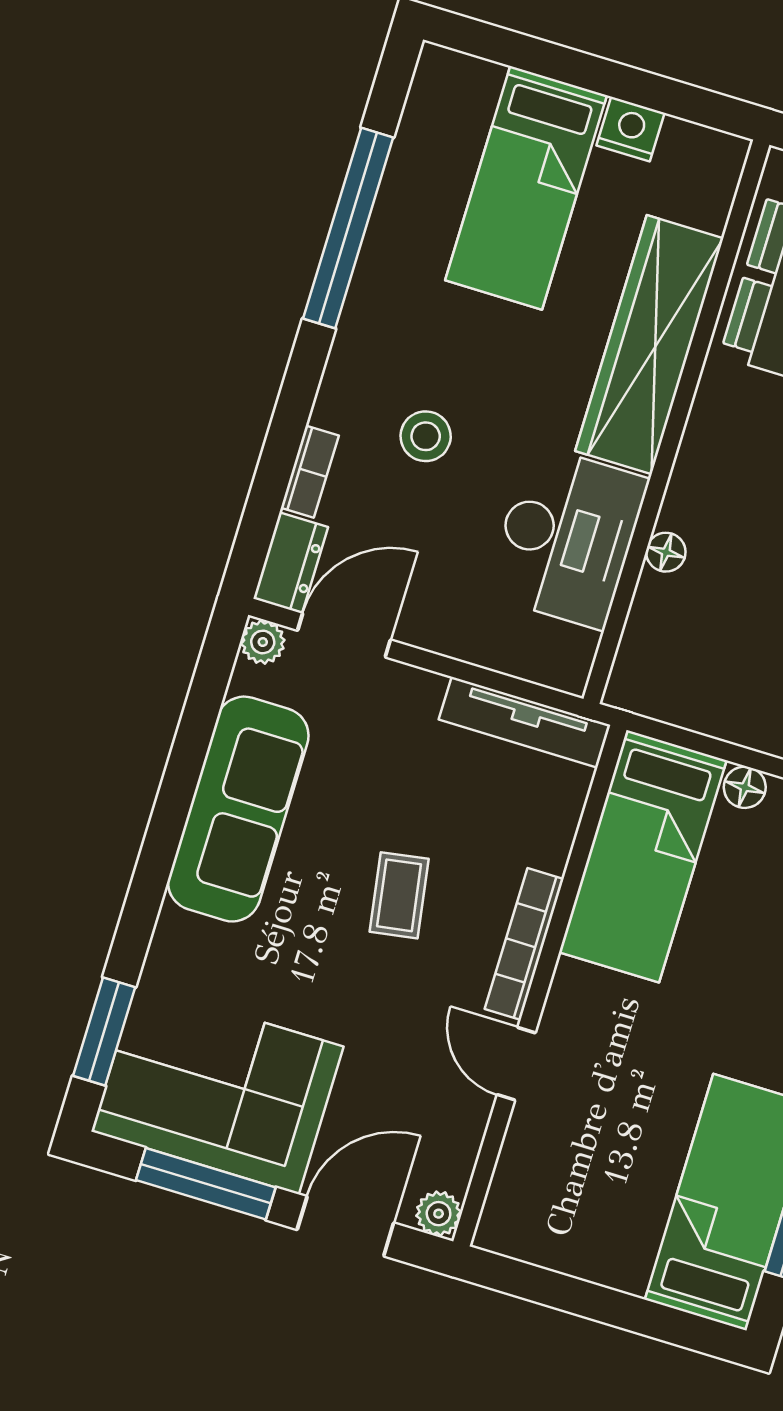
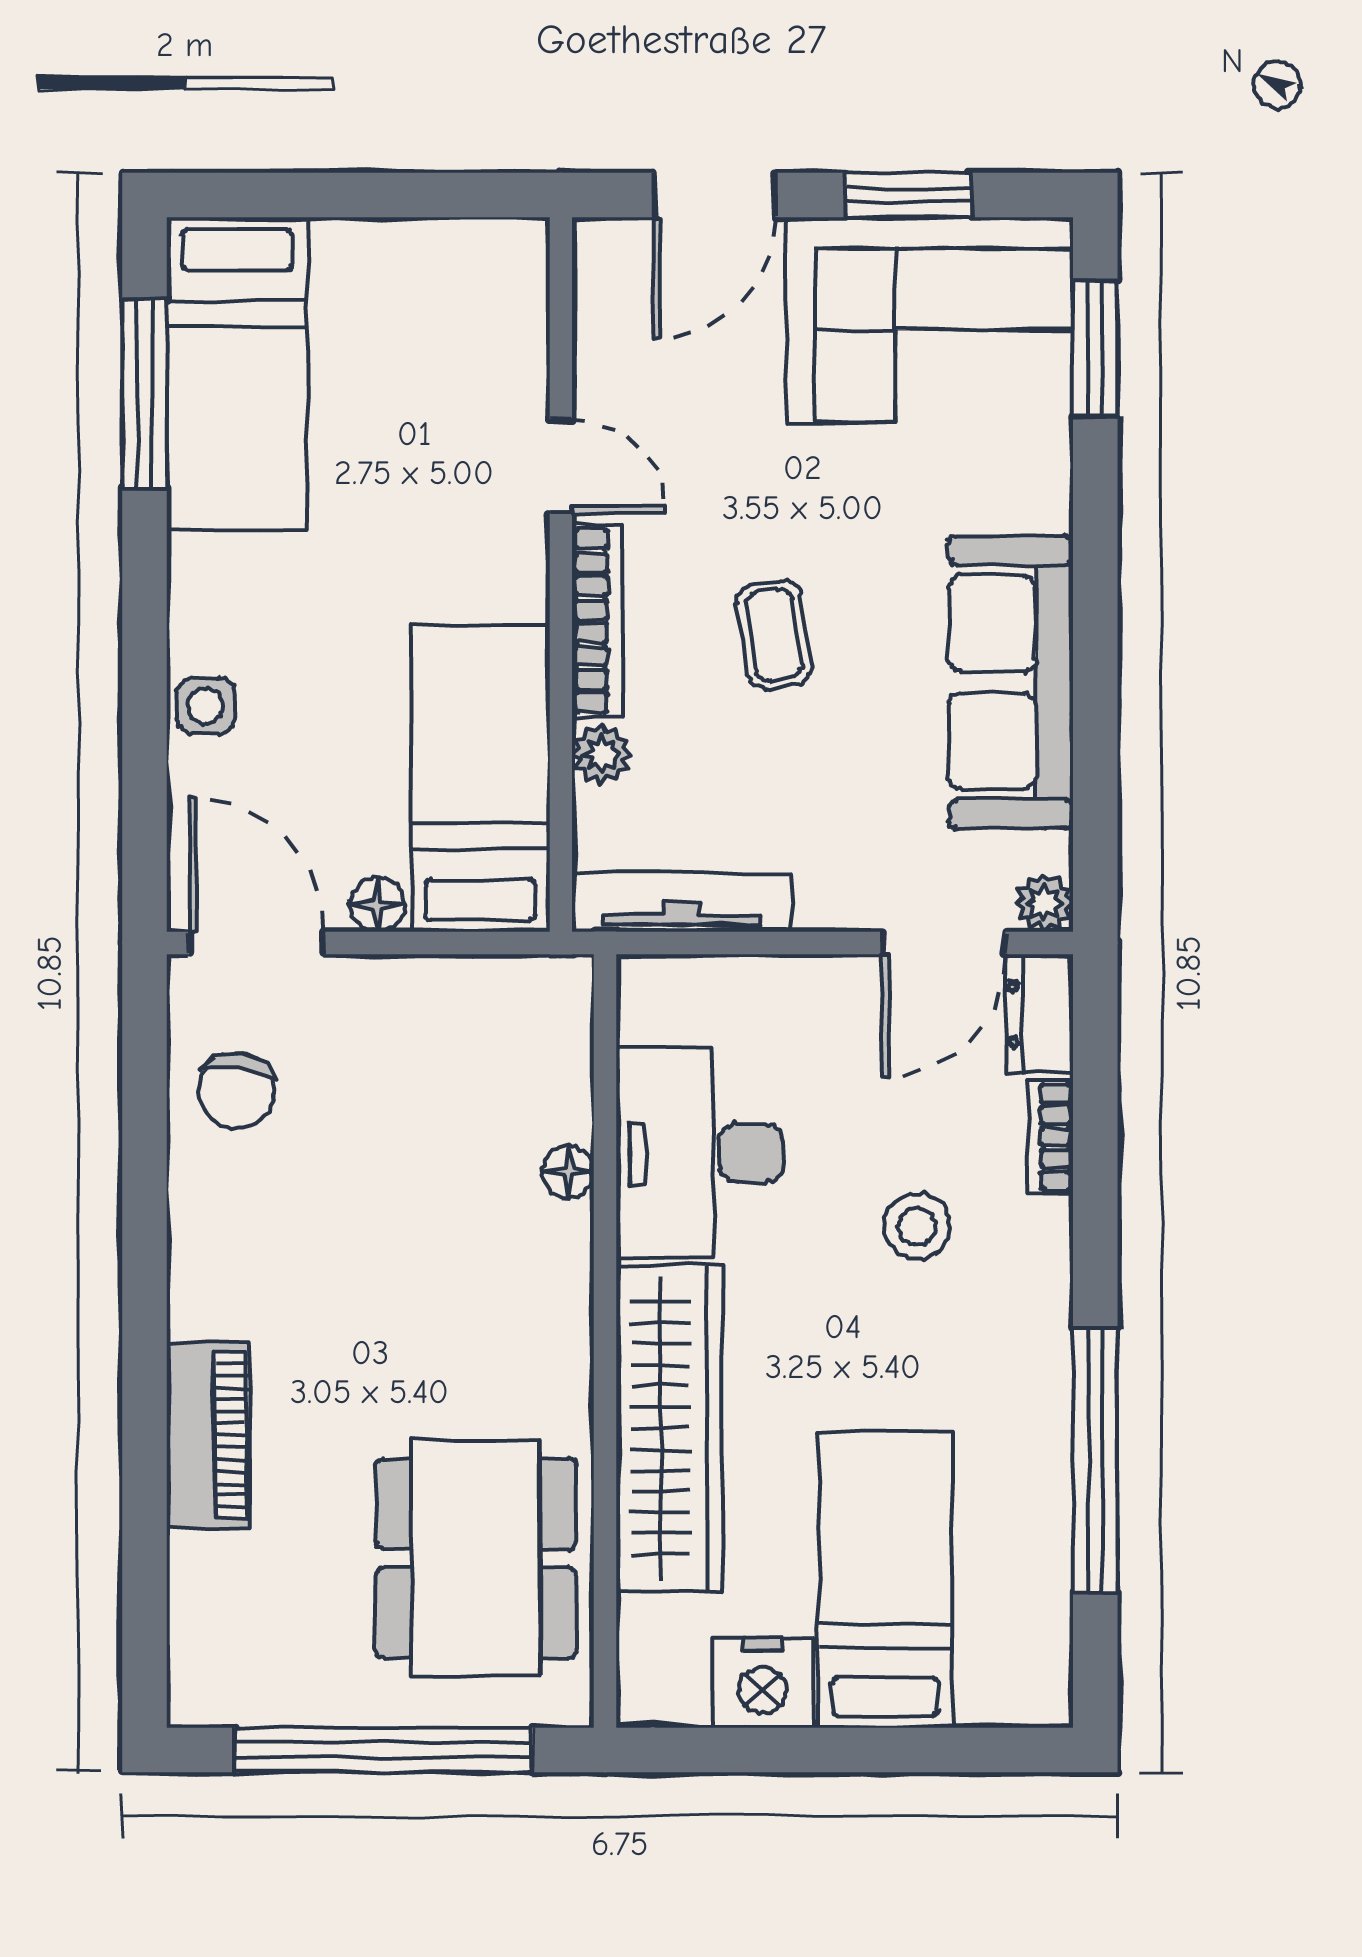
nightstand: (630, 129) -> (763, 1683), width x1.36, depth x1.33
window: (206, 1184) -> (908, 195), width x0.69
plant: (439, 1214) -> (602, 754), moved

